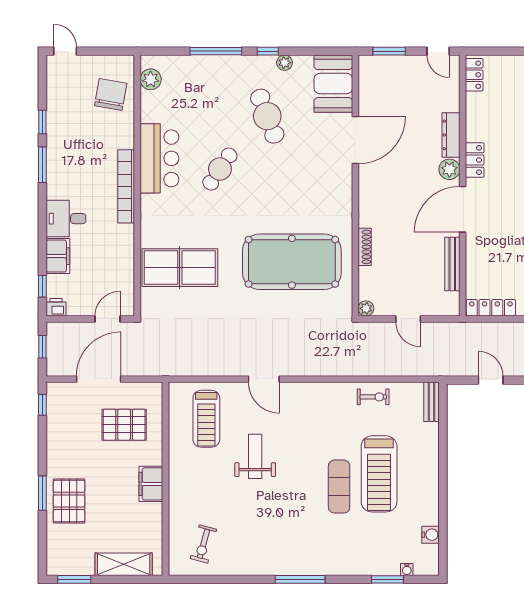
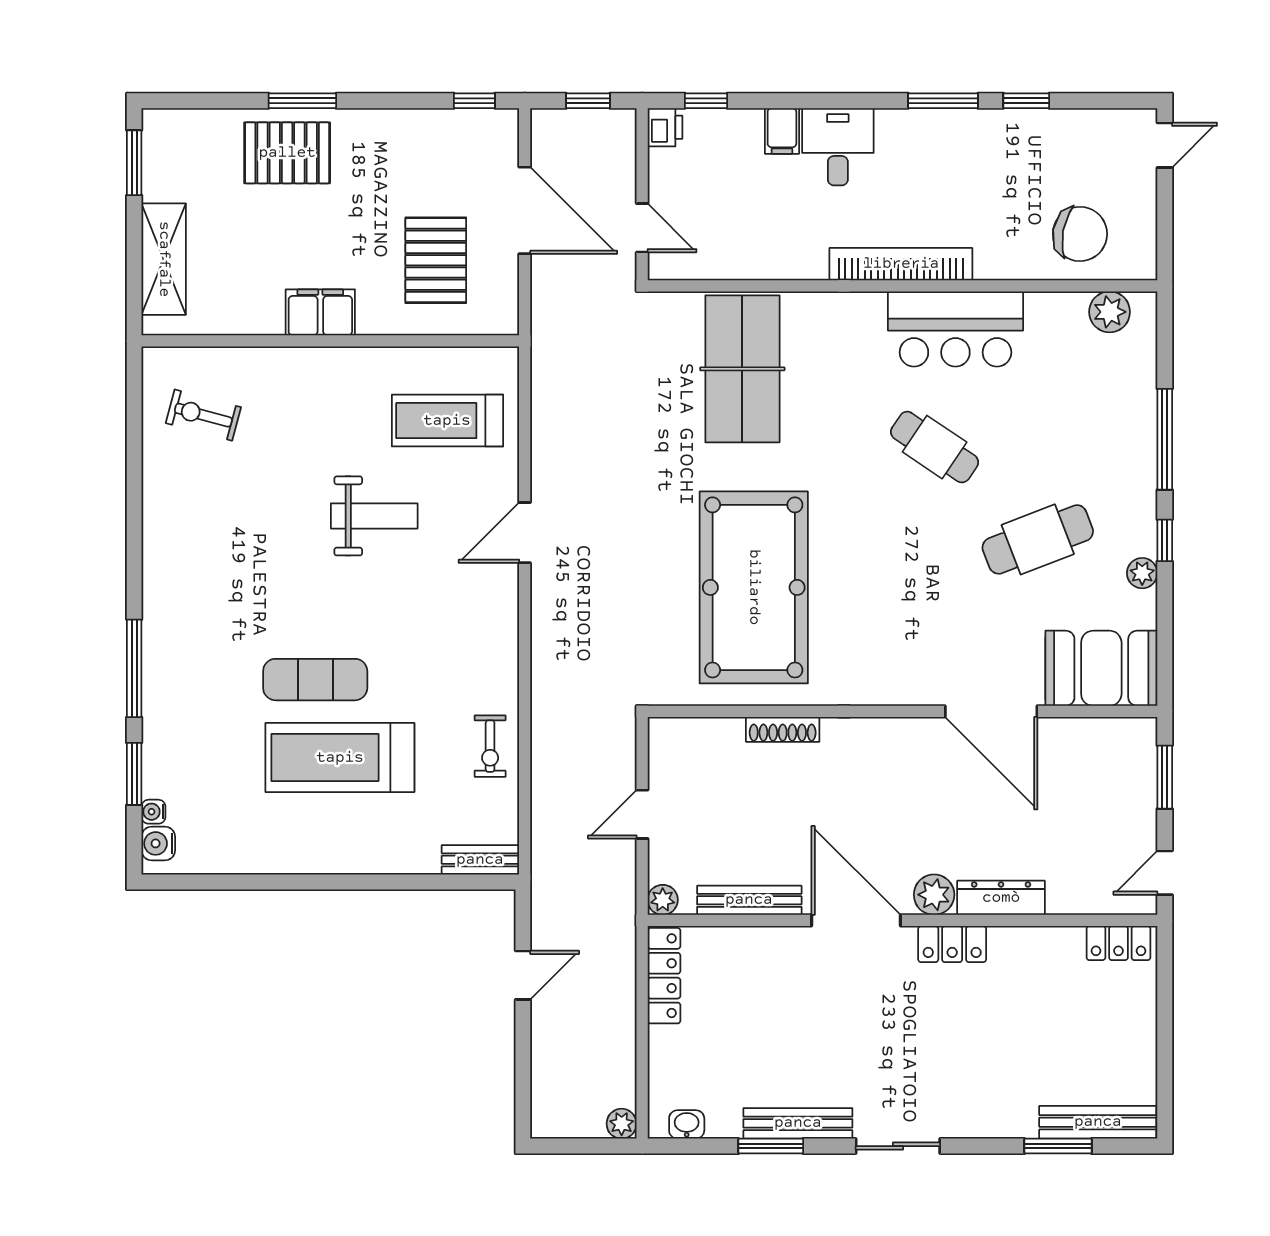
filing cabinet: (58, 256) -> (782, 131), width x0.50
plant: (366, 308) -> (663, 900), moved
water cooler: (430, 535) -> (158, 843), moved, turned 90
window: (300, 579) -> (134, 668), moved

